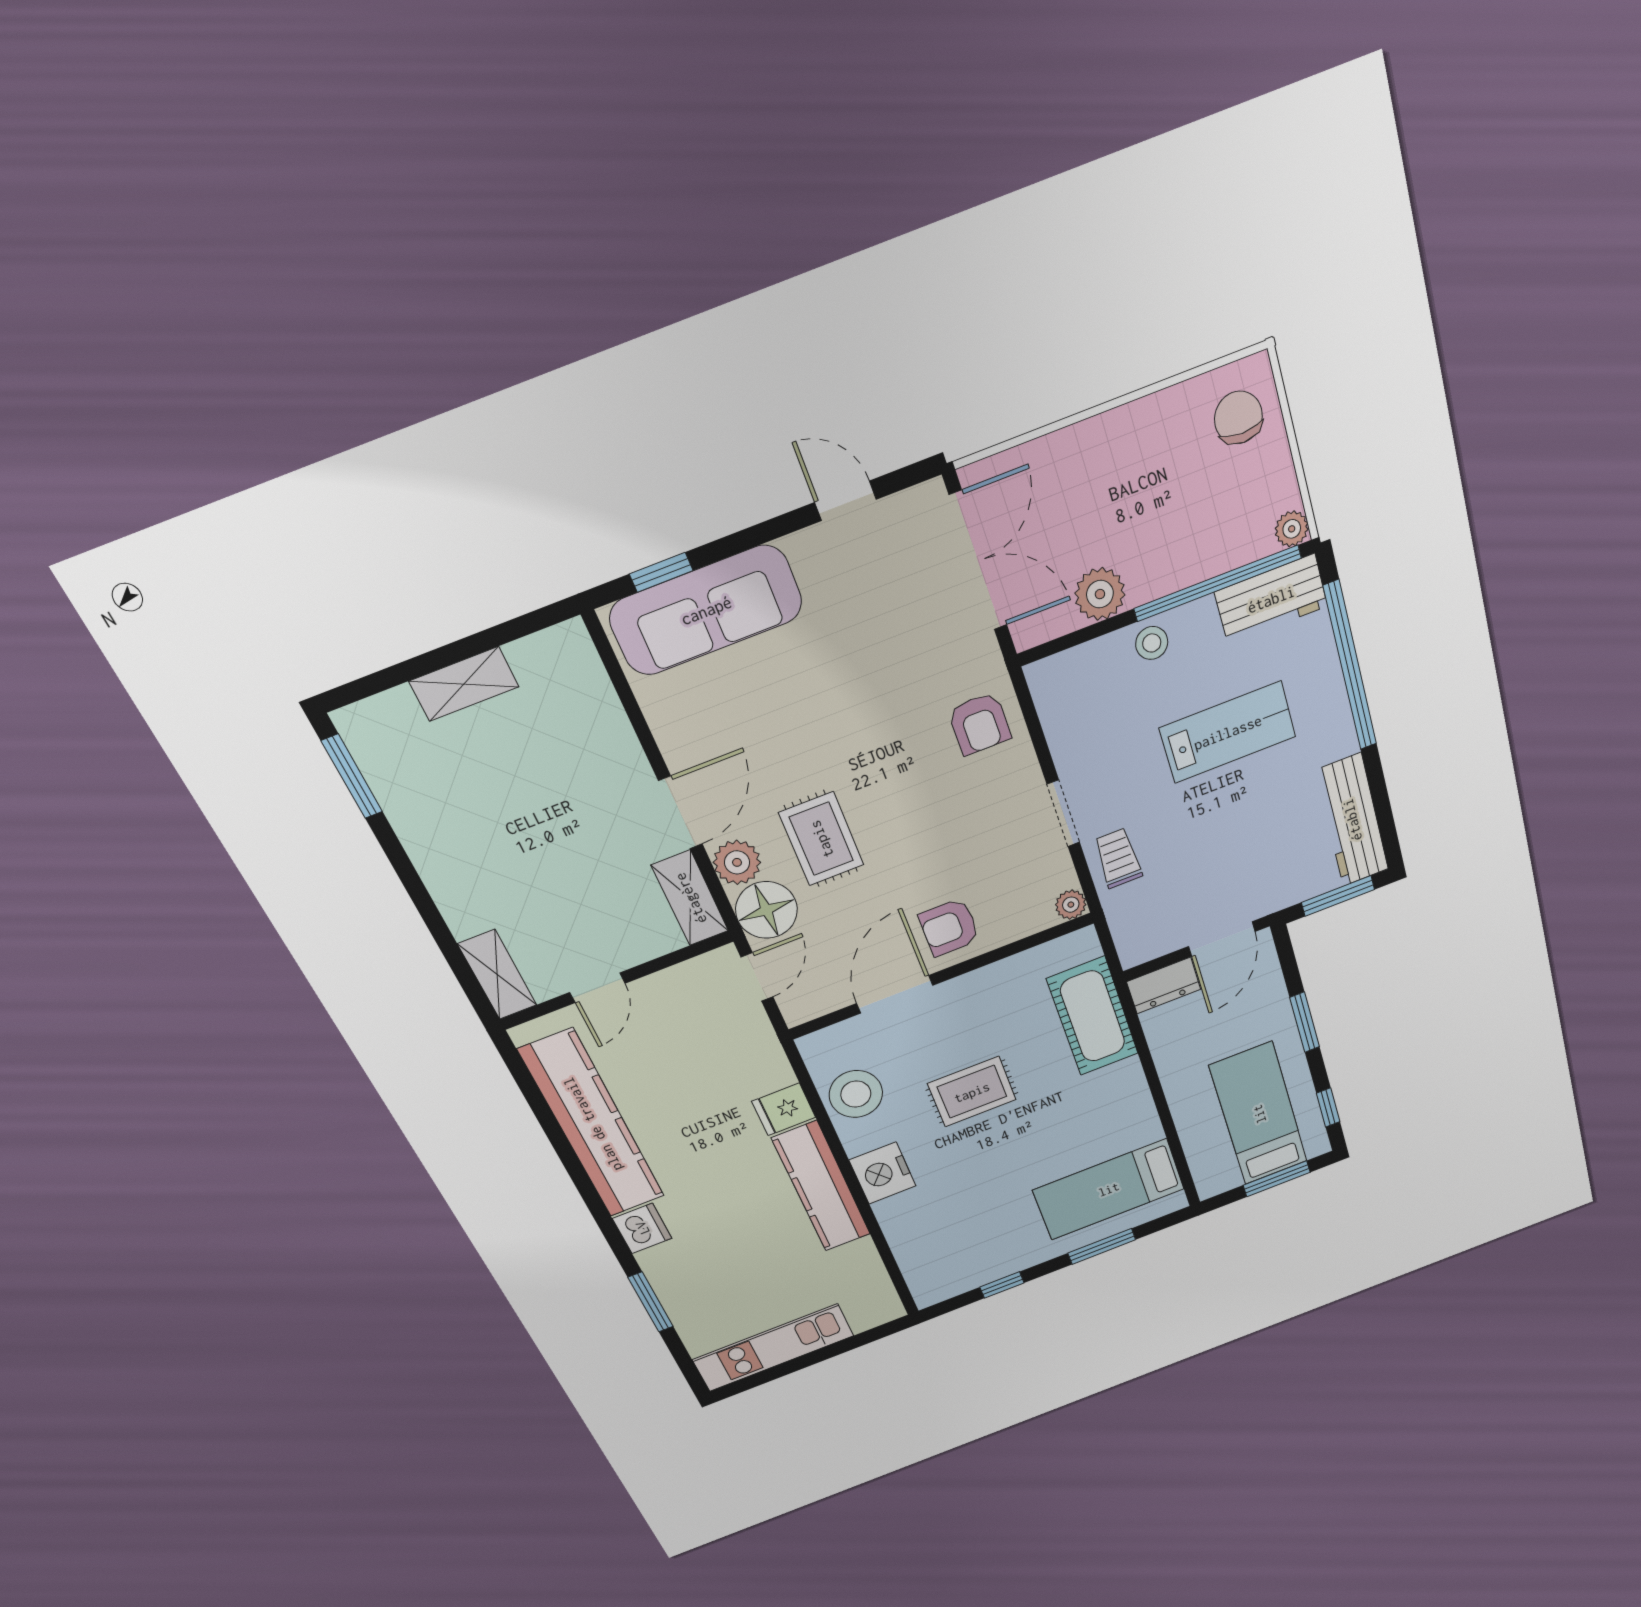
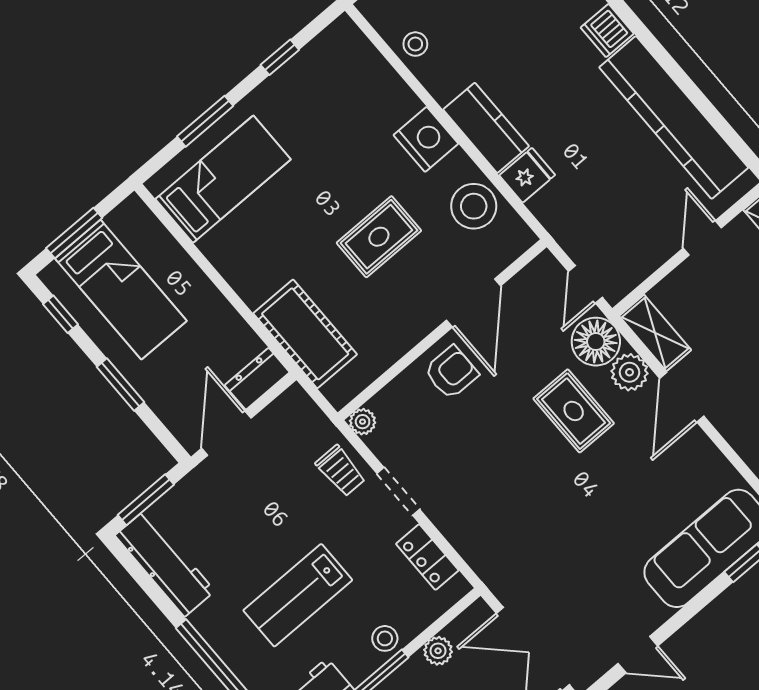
plant: (1100, 594) -> (438, 651), width x0.73, depth x0.73
armchair: (980, 724) -> (488, 537), removed
locker: (1061, 724) -> (427, 557), added
kitchen counter: (822, 1187) -> (486, 128), width x0.67
stool: (858, 1264) -> (415, 44), added

